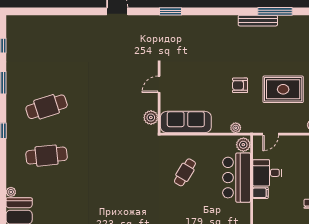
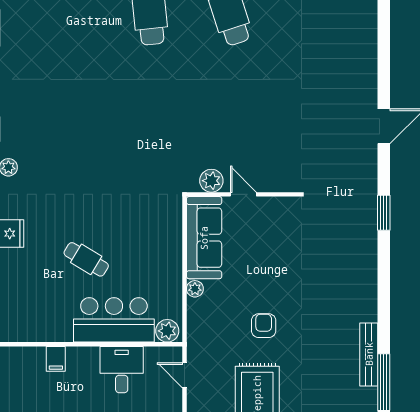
door: (159, 84) -> (243, 194), moved
plant: (236, 128) -> (195, 289), moved
cafe table: (185, 172) -> (86, 259), moved
filing cabinet: (261, 193) -> (56, 359), moved

